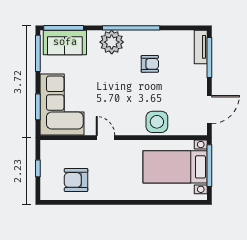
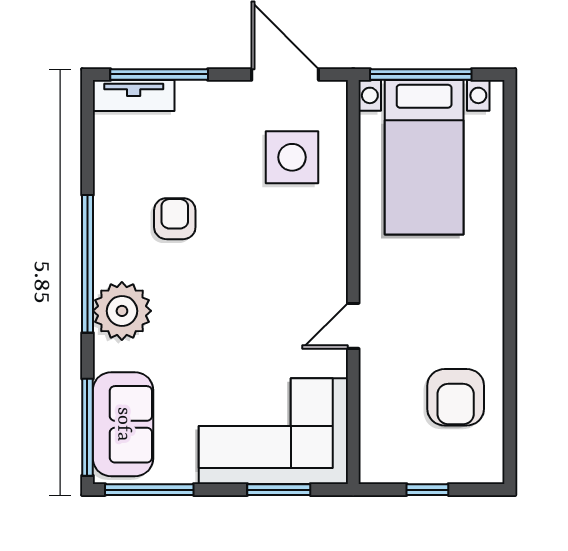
side table: (157, 122) -> (292, 157), moved

